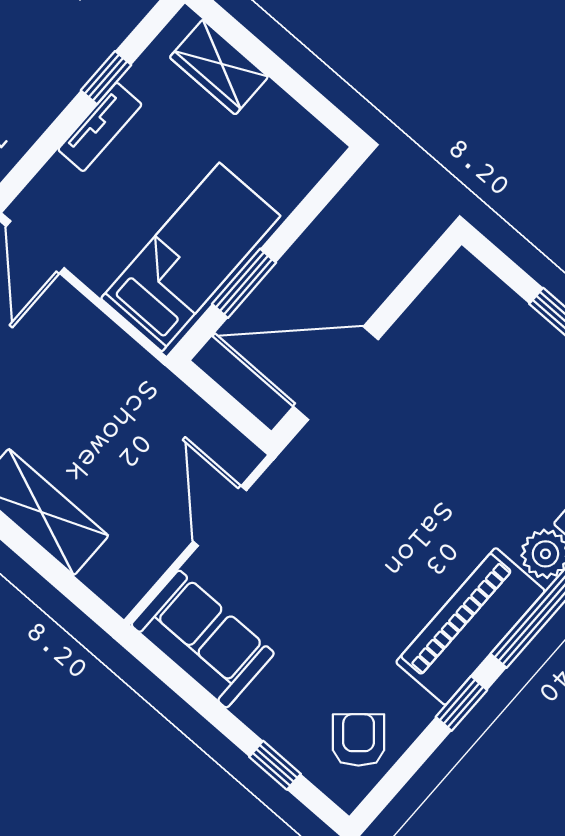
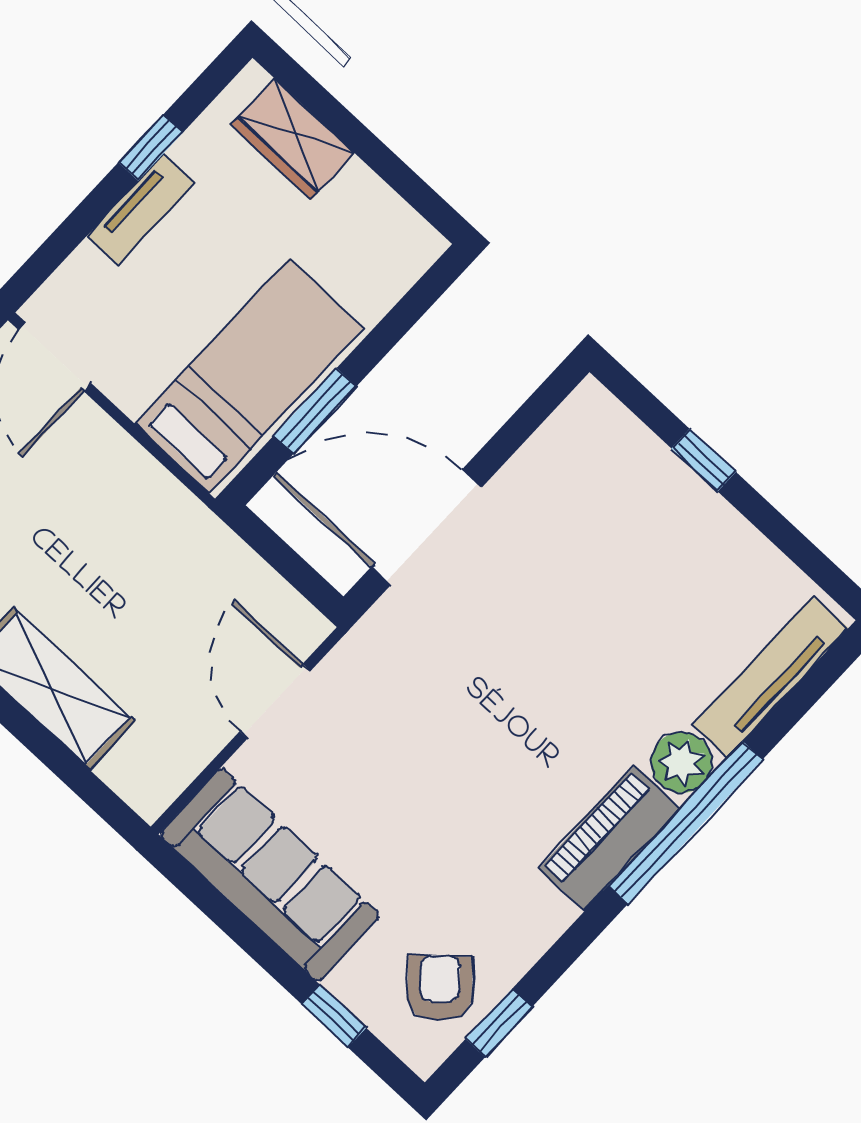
piano: (470, 626) -> (609, 839), width x0.73, depth x0.75
sofa: (203, 639) -> (270, 875), width x1.36
window: (461, 703) -> (499, 1023), moved

